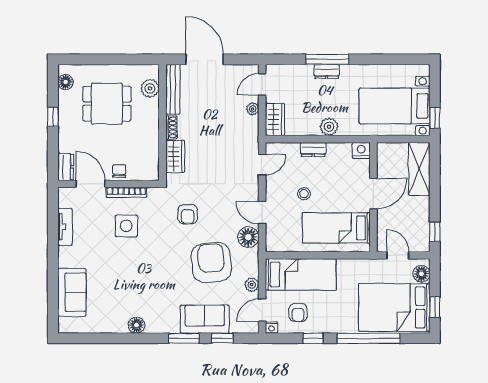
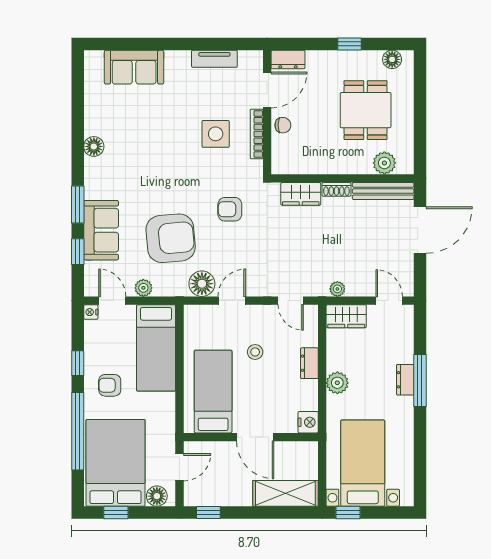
plant: (253, 109) -> (337, 289), moved
armchair: (298, 313) -> (110, 385), moved

